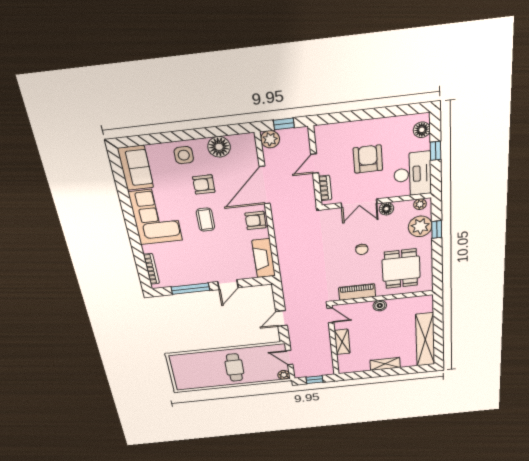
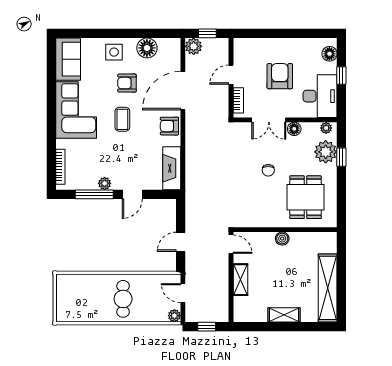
plant: (199, 278) -> (105, 183), added
piano: (357, 292) -> (260, 219), removed

